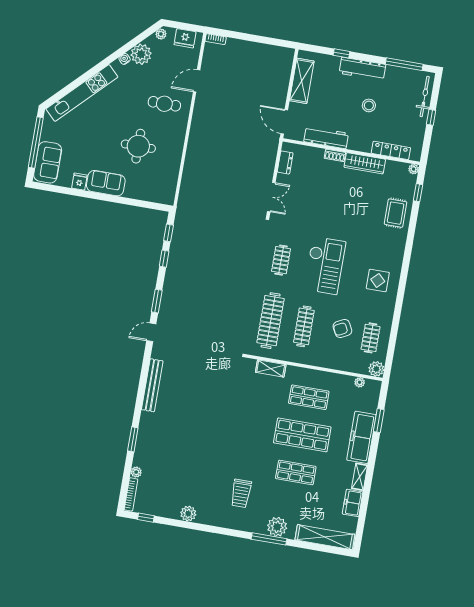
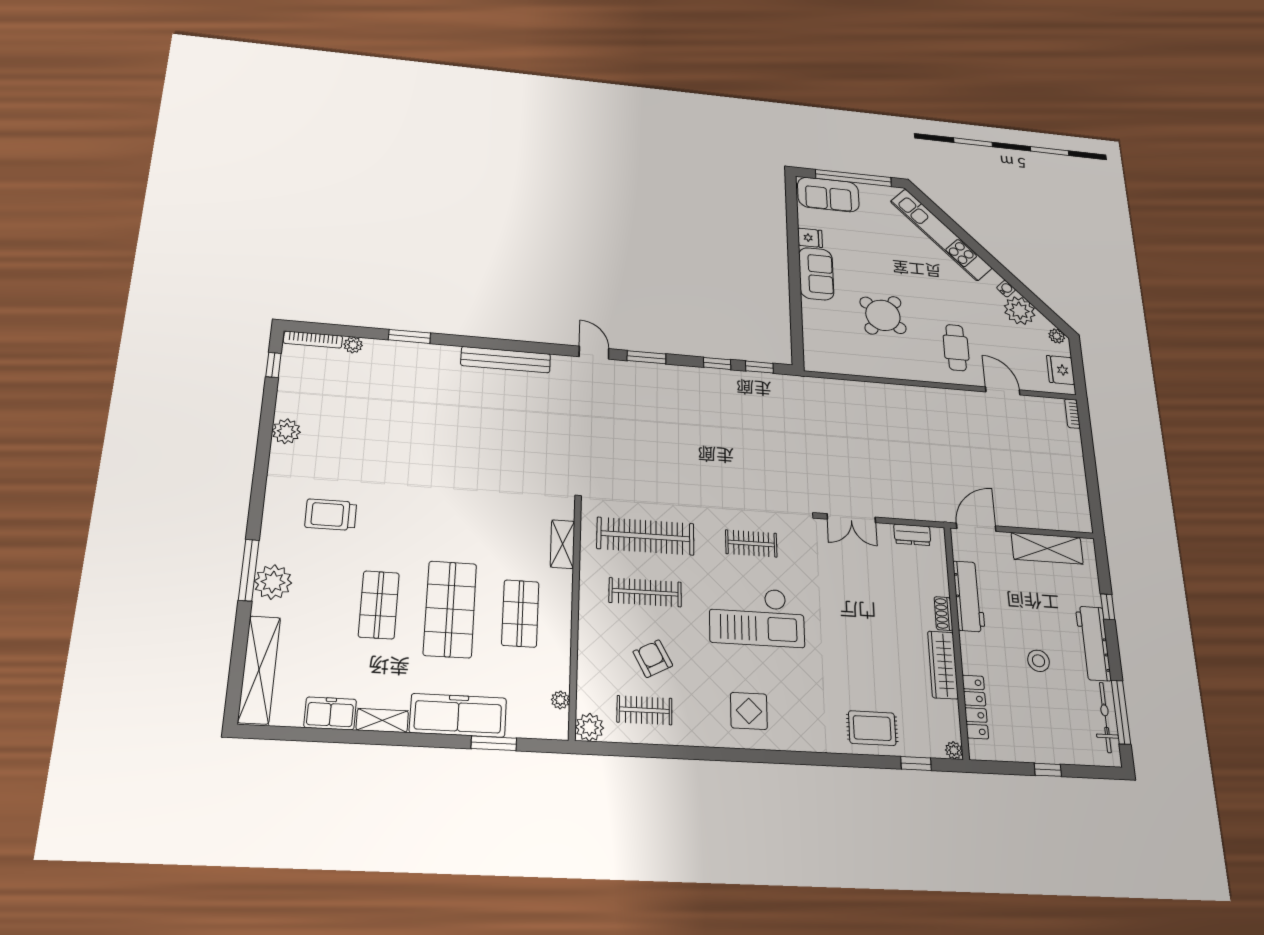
bicycle: (425, 96) -> (1105, 717), moved, turned -90
round table: (138, 146) -> (883, 315), turned 38

